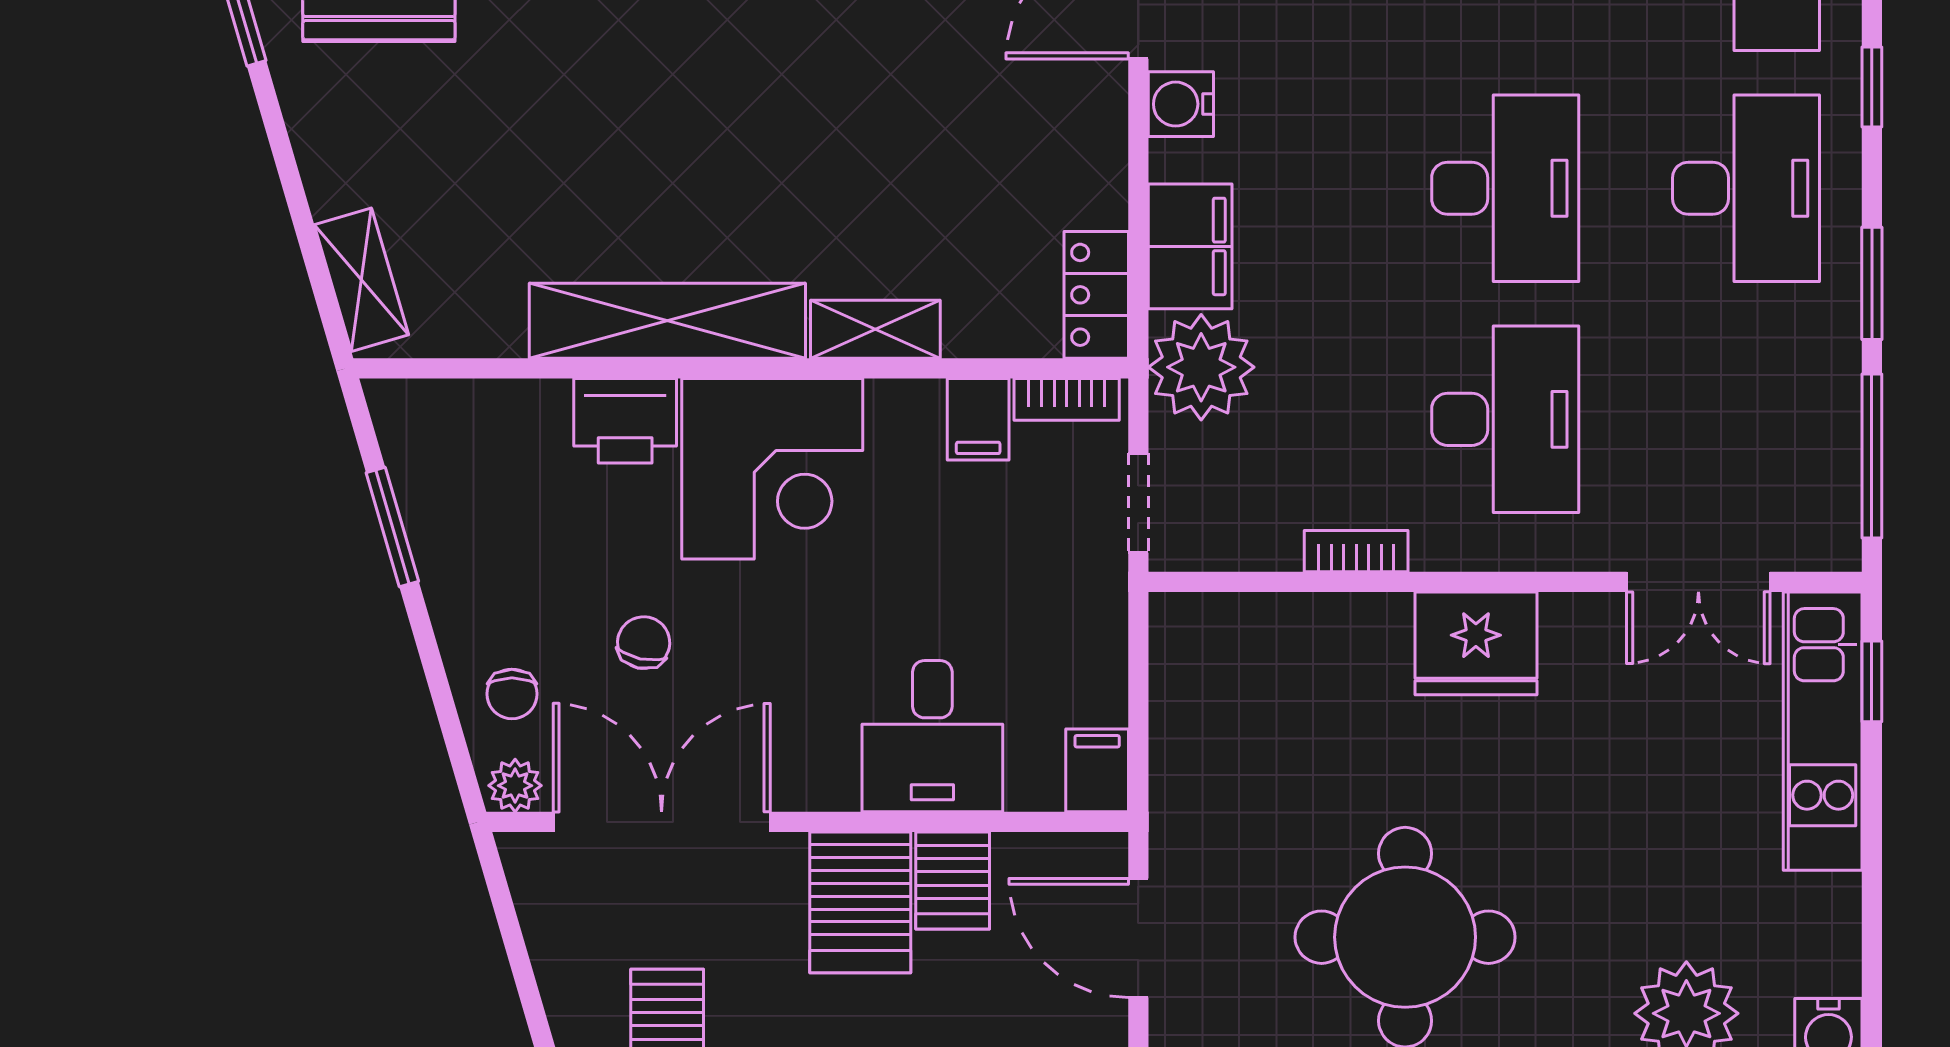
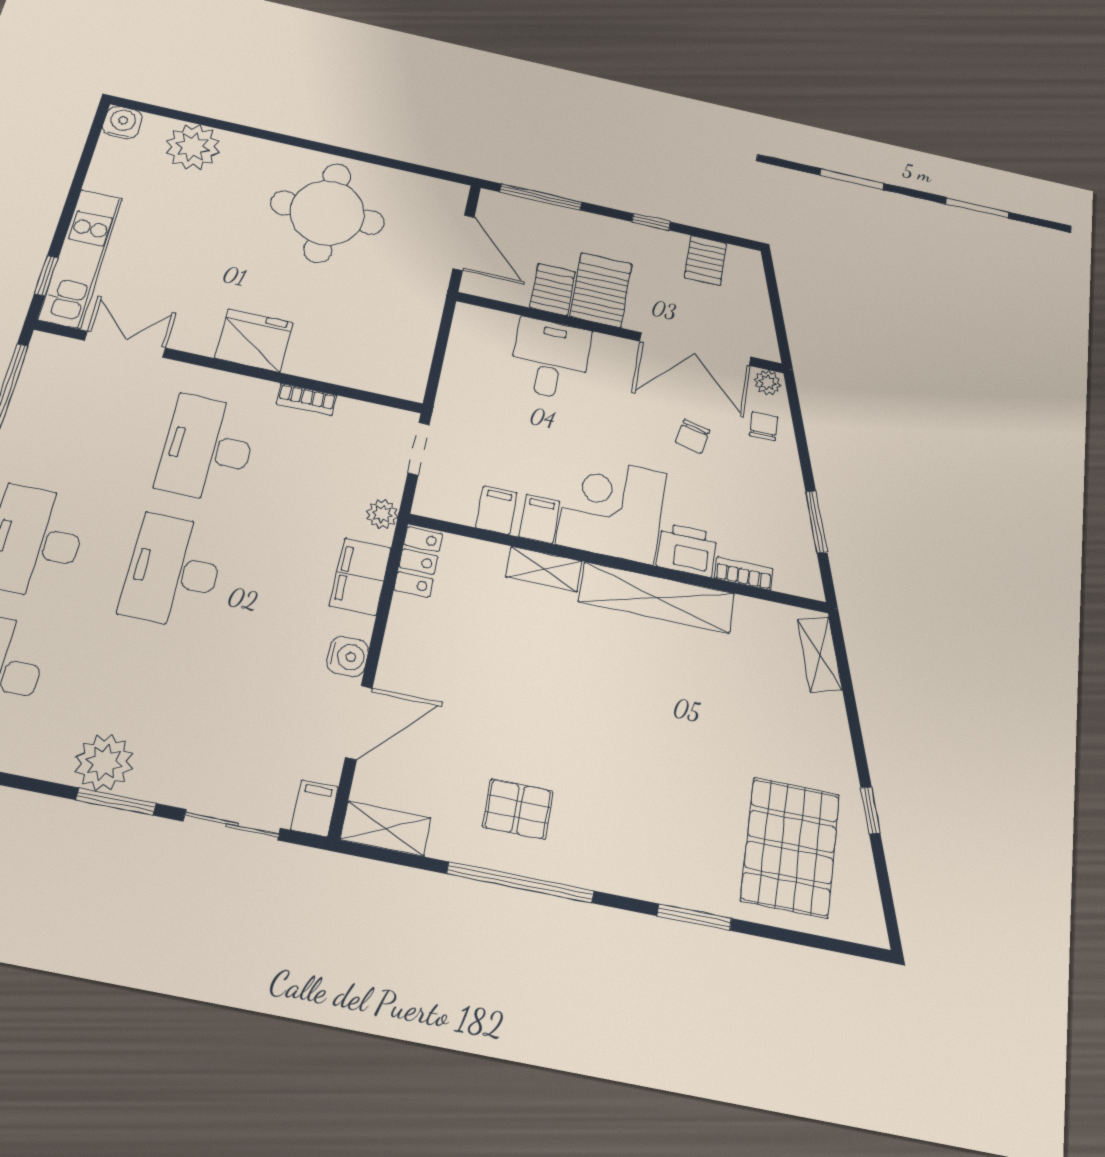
plant: (1201, 367) -> (382, 514), width x0.53, depth x0.53
bookcase: (1067, 399) -> (744, 573), moved
filing cabinet: (1097, 770) -> (539, 519), moved, turned 180

